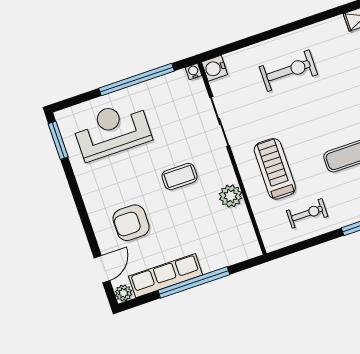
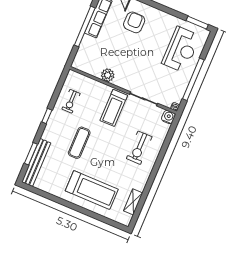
treadmill: (275, 169) -> (114, 108), moved, turned 90
coffee table: (179, 177) -> (135, 61), removed

